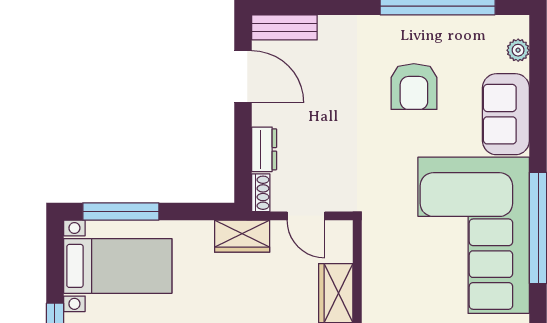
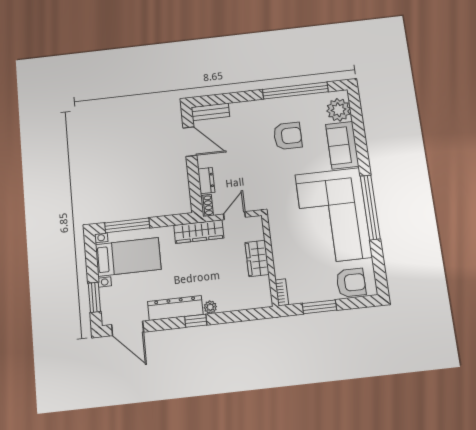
plant: (518, 50) -> (339, 110), width x1.88, depth x1.88
armchair: (414, 87) -> (288, 136), turned -90
door: (306, 216) -> (235, 216), swing flipped
wardrobe: (242, 236) -> (199, 232), width x1.50

